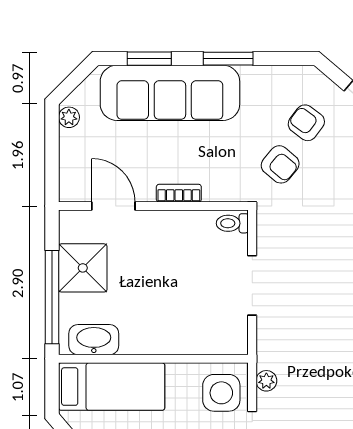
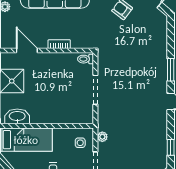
armchair: (280, 164) -> (109, 30), removed
side table: (221, 393) -> (80, 143), width x0.54, depth x0.54

